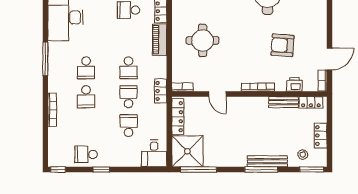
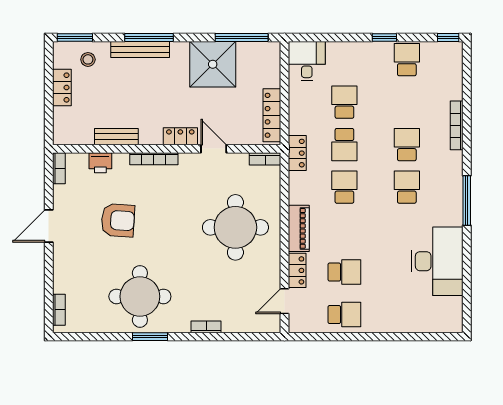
round table: (203, 40) -> (235, 227), width x1.36, depth x1.36
door: (330, 59) -> (49, 226), moved
locker: (311, 102) -> (180, 136), moved
school desk: (129, 126) -> (344, 102), turned 180
shower: (187, 151) -> (213, 64), moved
school desk: (86, 154) -> (407, 60), turned -90

